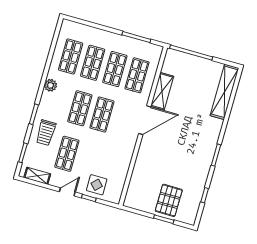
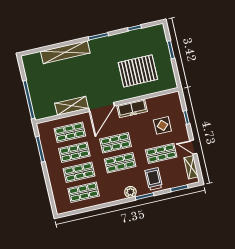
plant: (50, 85) -> (130, 192), moved
shelving: (224, 92) -> (65, 52), moved
door: (145, 120) -> (102, 107), swing flipped
trolley: (46, 133) -> (154, 179), turned -90
freezer: (127, 149) -> (132, 108), added
display table: (97, 185) -> (162, 125), moved
door: (67, 192) -> (193, 147), moved
pallet: (169, 200) -> (138, 71), moved, width x1.37, depth x1.41

